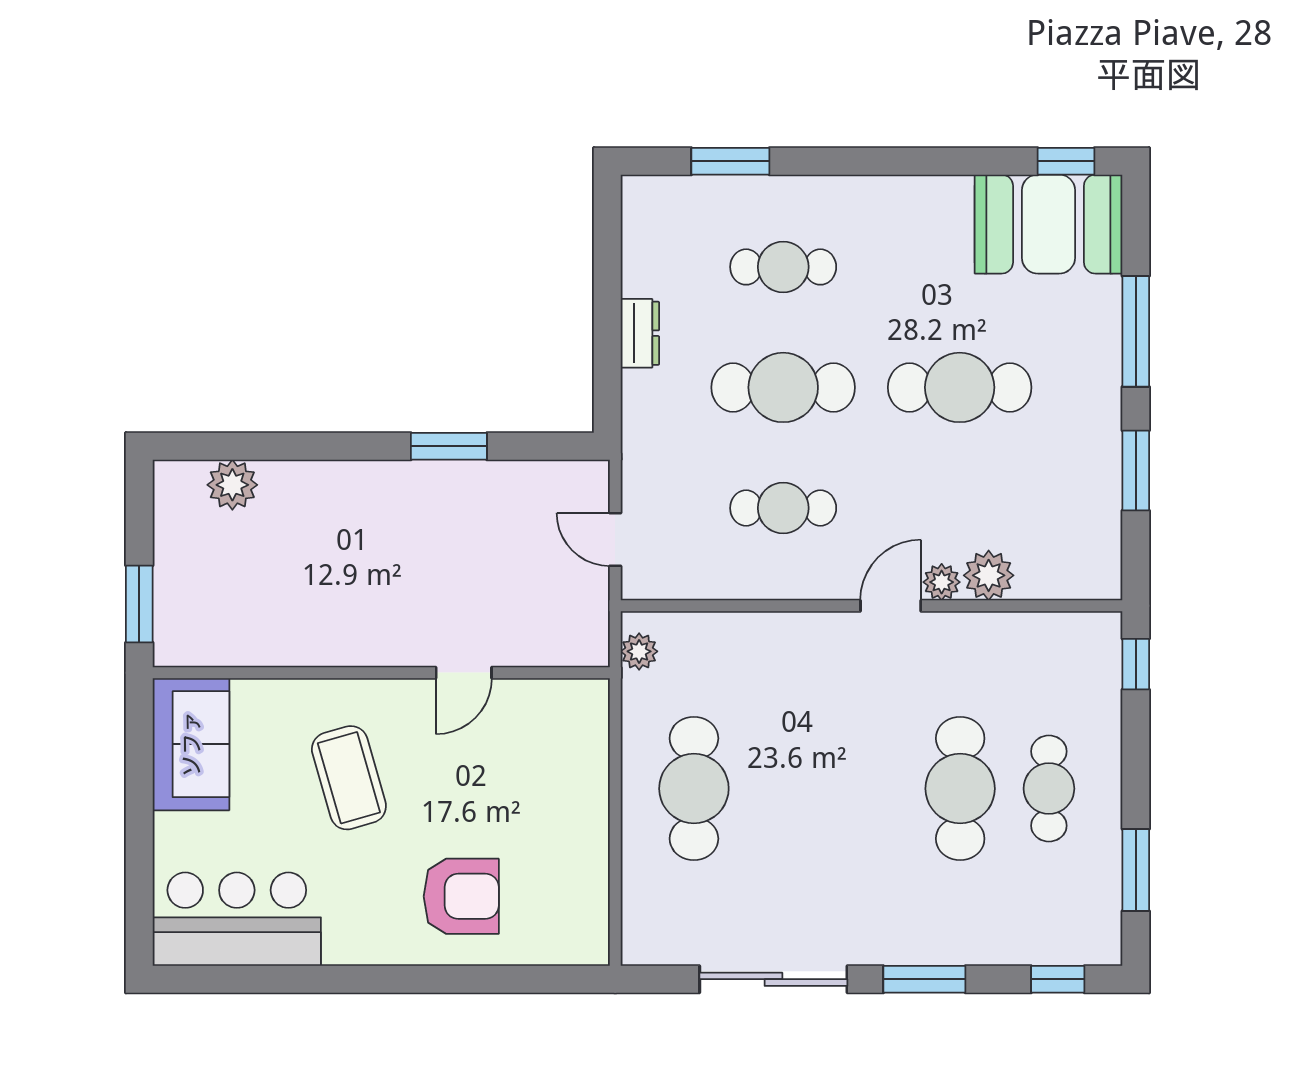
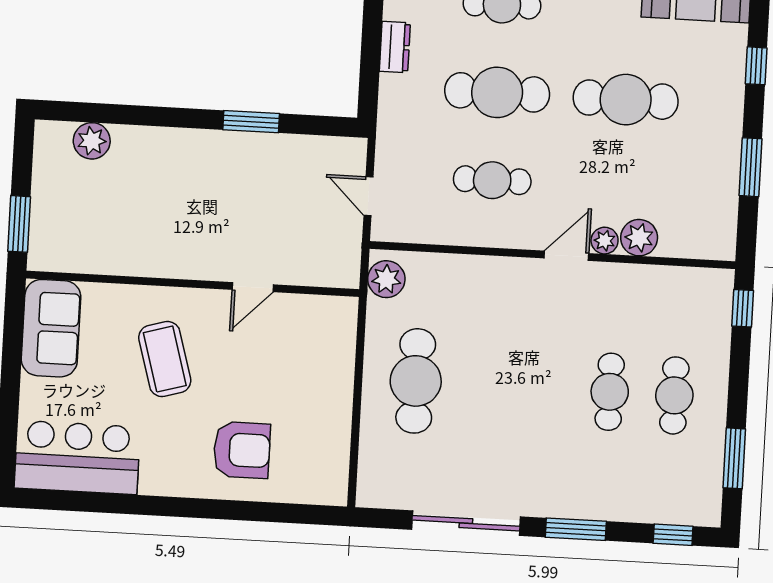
window: (1136, 331) -> (756, 66), width x0.46
plant: (639, 651) -> (386, 279), width x1.38, depth x1.38
cafe table: (960, 789) -> (610, 392), width x0.73, depth x0.74

